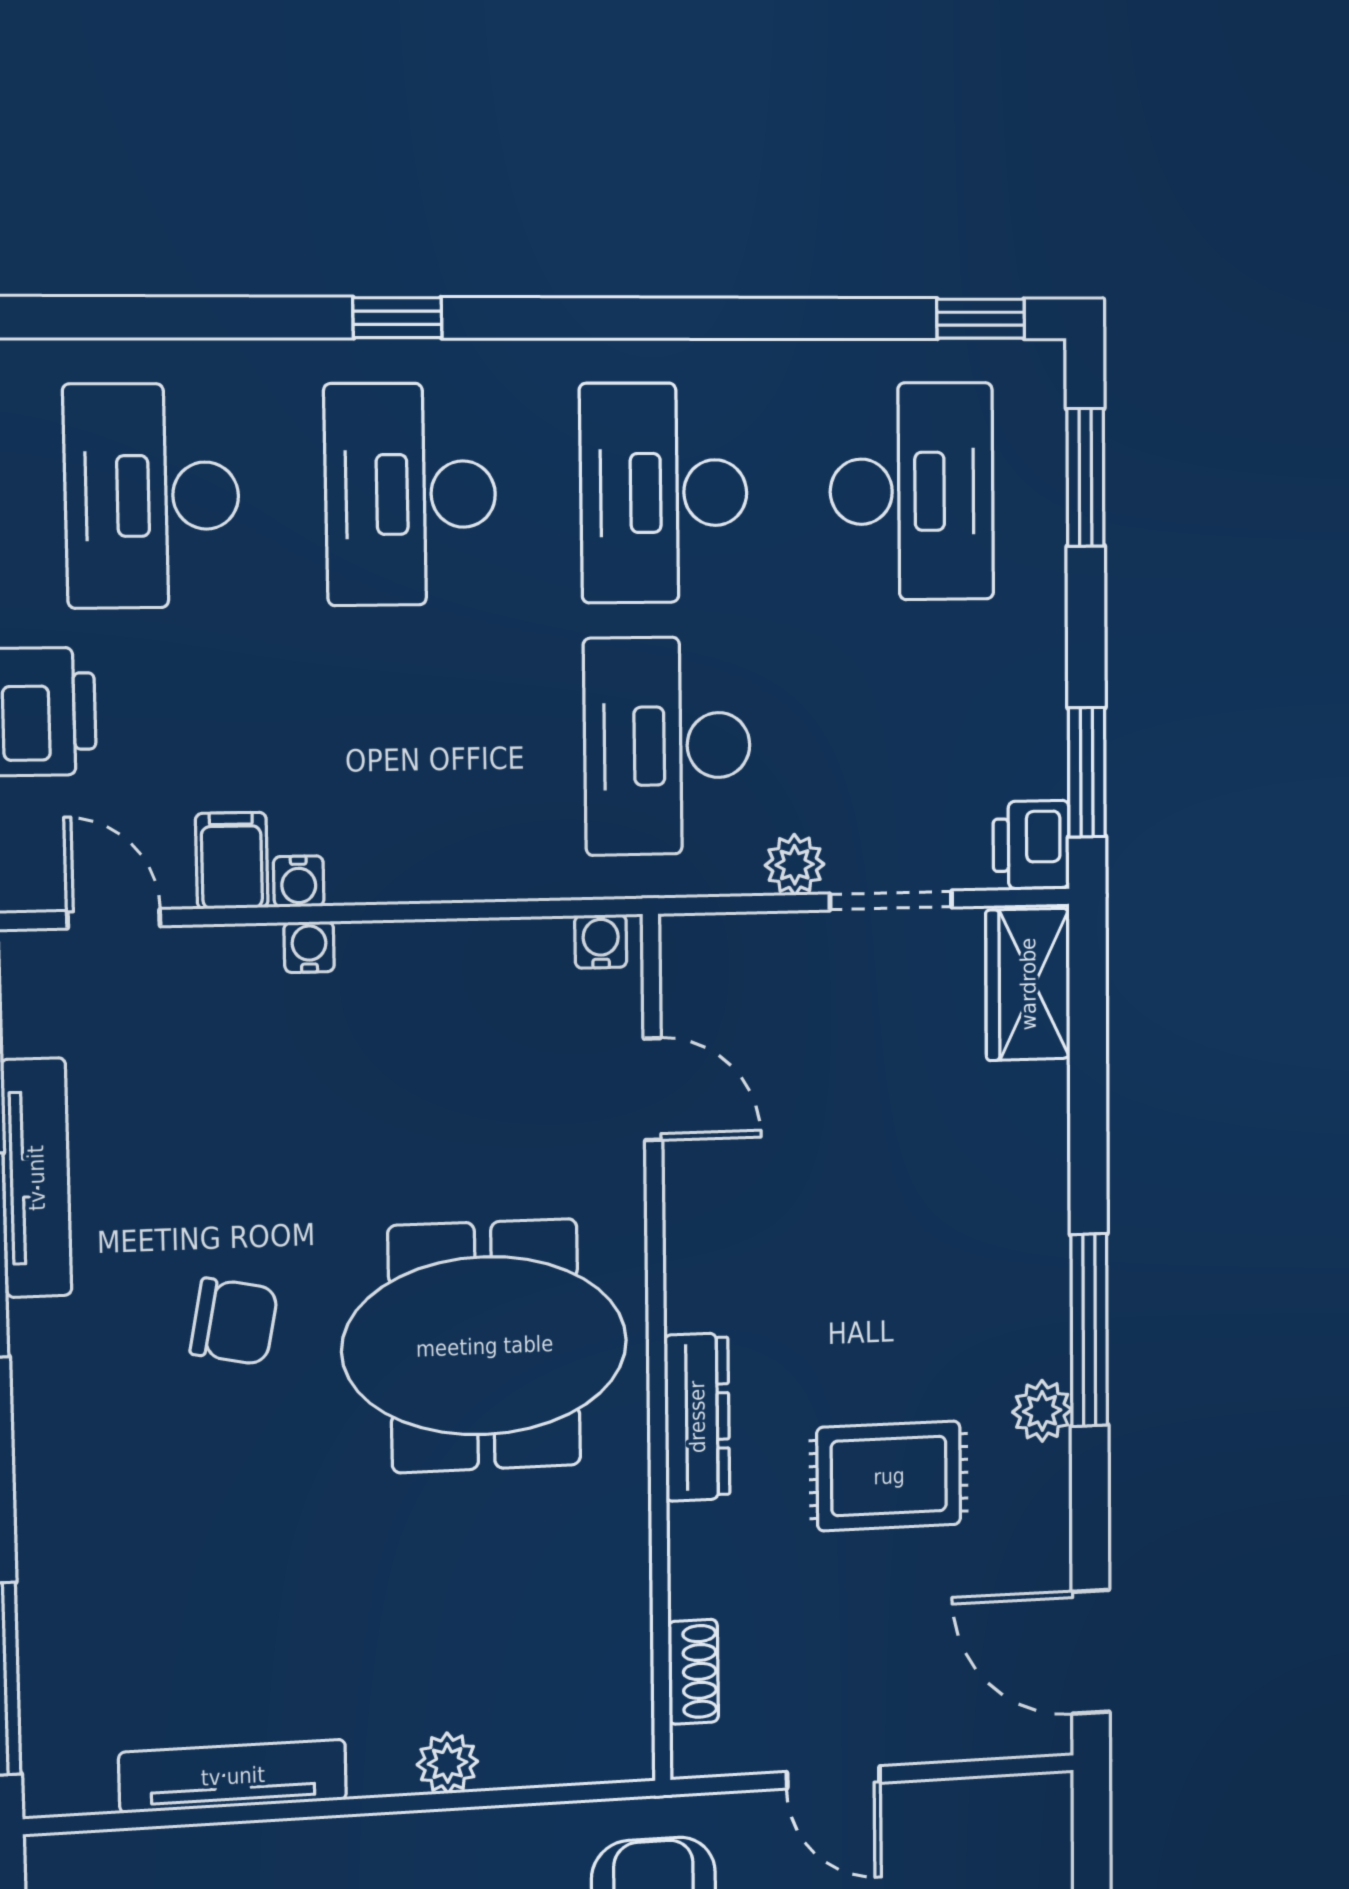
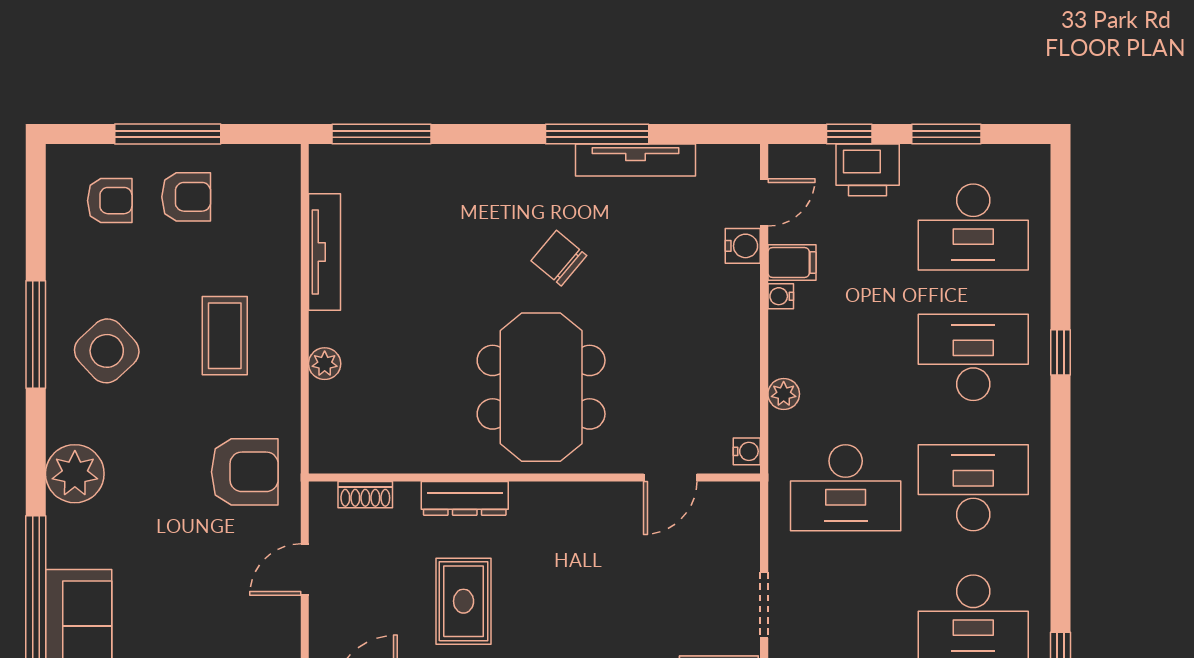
desk: (152, 496) -> (973, 227), turned 180
desk: (667, 746) -> (846, 488), turned 180
plant: (795, 865) -> (784, 394), moved
water cooler: (309, 947) -> (743, 246), moved, width x1.38, depth x1.38
chair: (234, 1321) -> (559, 258), turned 119
dresser: (697, 1417) -> (465, 498), moved

